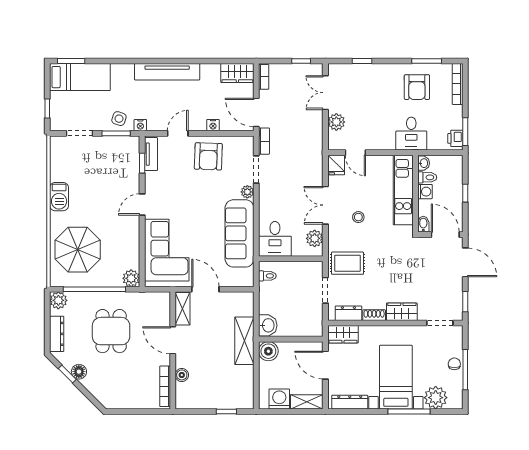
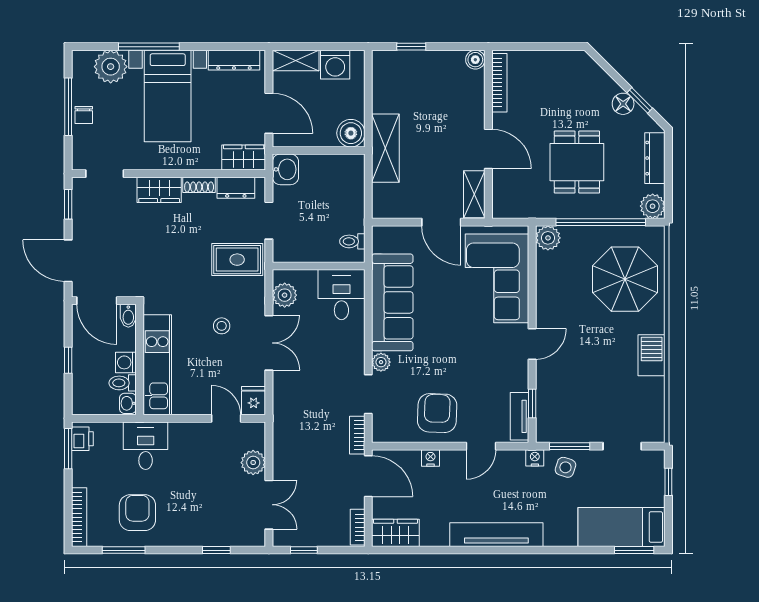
washbasin: (268, 325) -> (285, 169), moved, turned 180
boiler: (182, 375) -> (475, 60), moved

